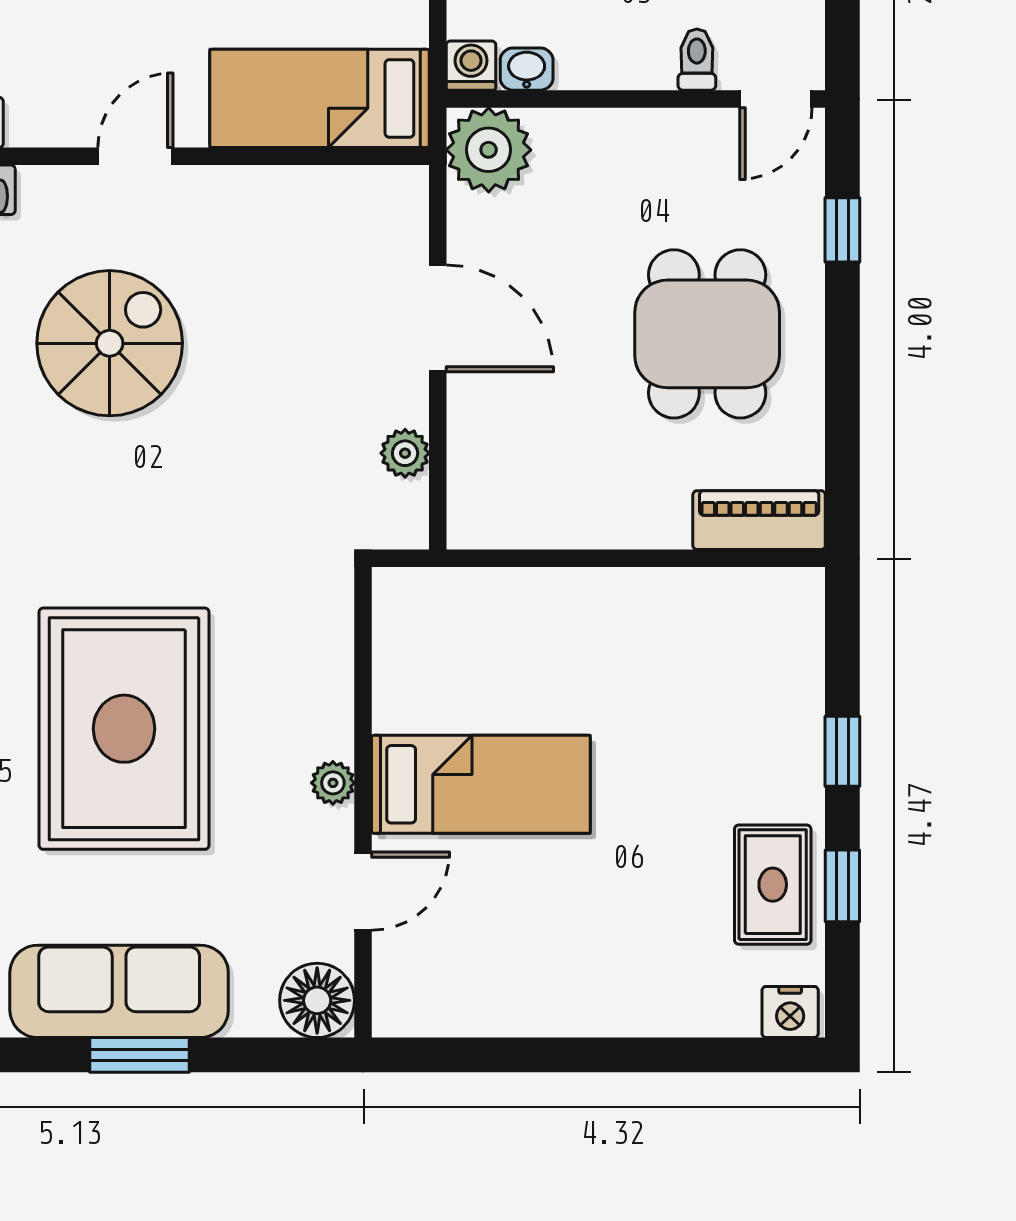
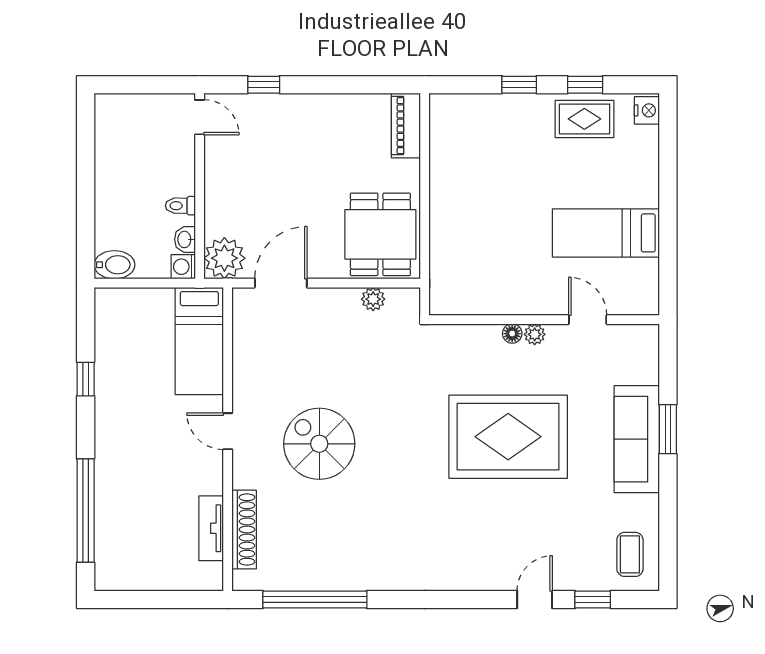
toilet: (697, 60) -> (180, 206), moved
door: (438, 318) -> (281, 283), moved
dining table: (707, 334) -> (380, 234), moved, turned 90
bed: (481, 784) -> (606, 233), moved, turned -90
floor lamp: (317, 1000) -> (512, 334), moved, width x0.53, depth x0.53

